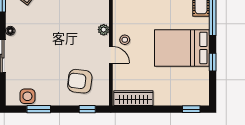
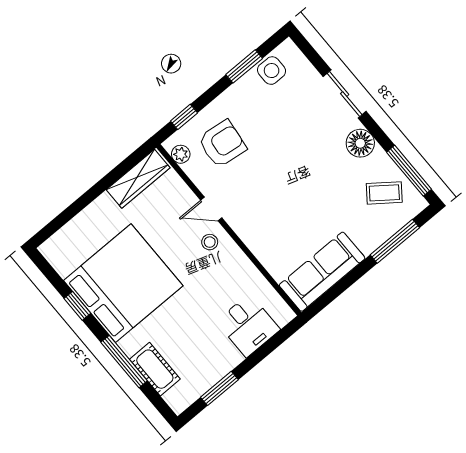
plant: (104, 30) -> (181, 154), moved
floor lamp: (10, 31) -> (360, 143), width x1.89, depth x1.89
bed: (182, 48) -> (123, 283), width x1.36
window: (191, 109) -> (55, 225), removed

